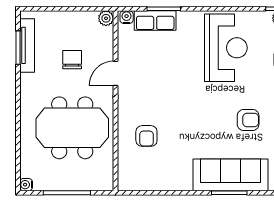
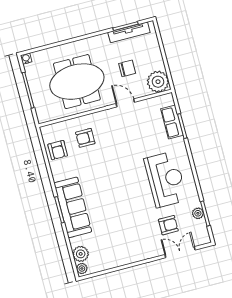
water cooler: (127, 17) -> (169, 100), removed
plant: (106, 18) -> (158, 82), width x1.87, depth x1.87
reception desk: (226, 48) -> (166, 179), turned -90
armchair: (248, 120) -> (58, 150), moved
meeting table: (72, 128) -> (77, 82), turned 90

